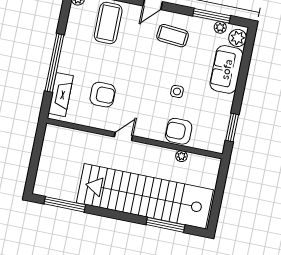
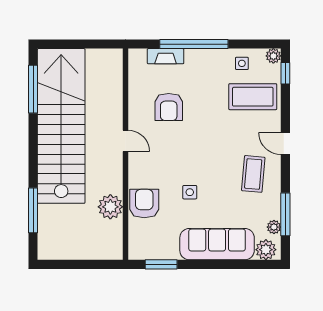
side table: (79, 26) -> (242, 63), added
sofa: (226, 69) -> (217, 244), width x1.36
fireplace: (61, 95) -> (166, 56), width x0.73, depth x0.76
plant: (181, 156) -> (110, 207), width x1.88, depth x1.88
stairs: (145, 196) -> (61, 126), moved

